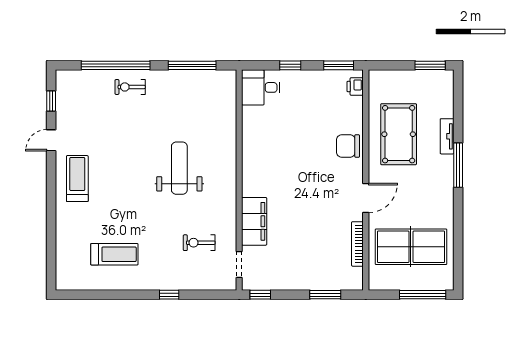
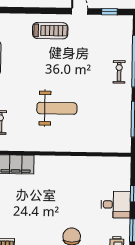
desk: (261, 87) -> (116, 205), moved, turned 90

